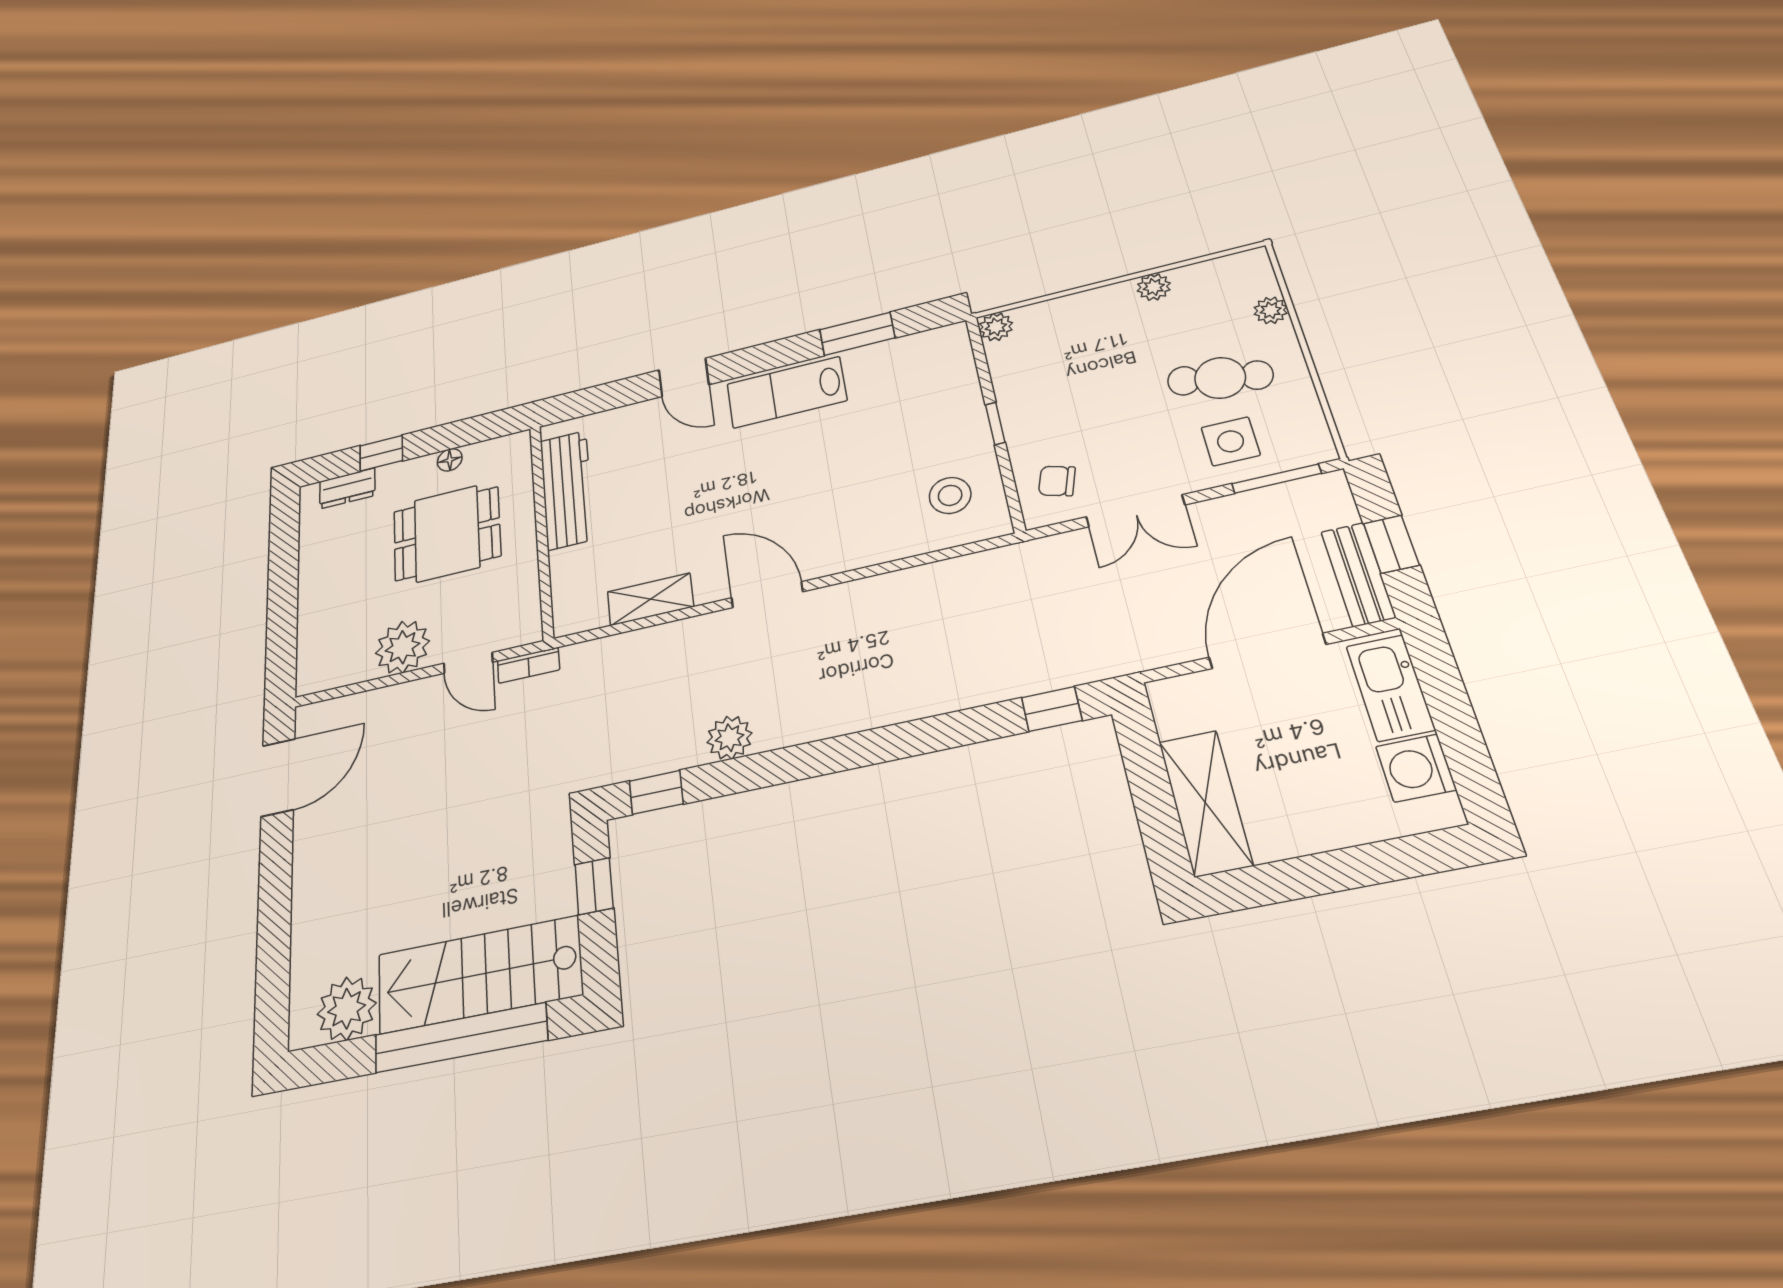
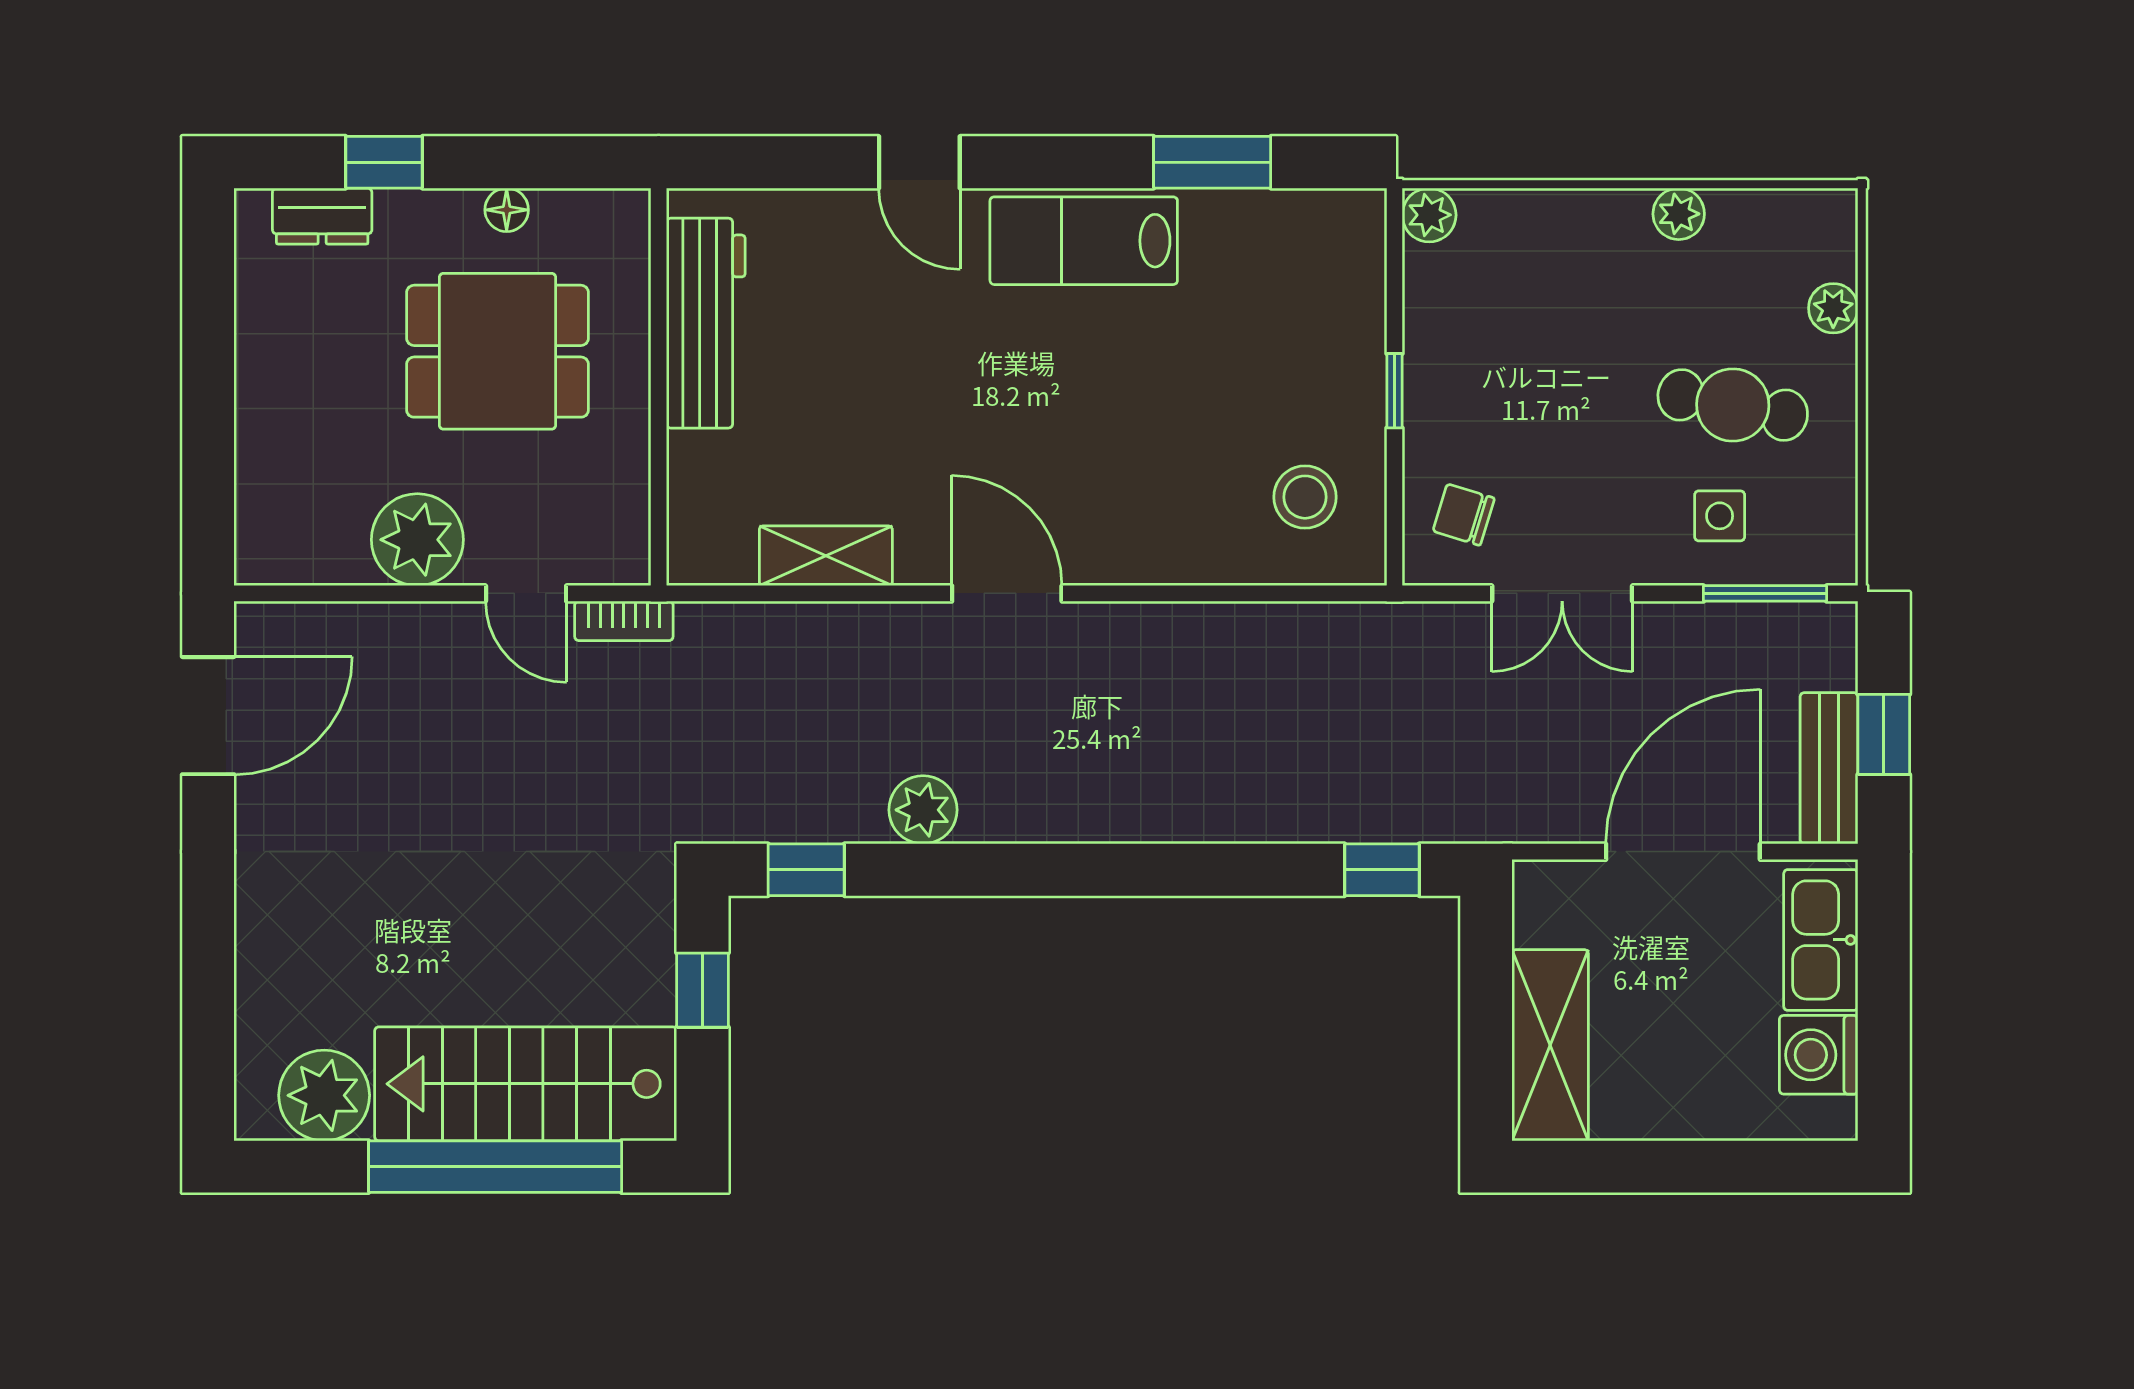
side table: (1231, 441) -> (1720, 516), width x0.73, depth x0.73

